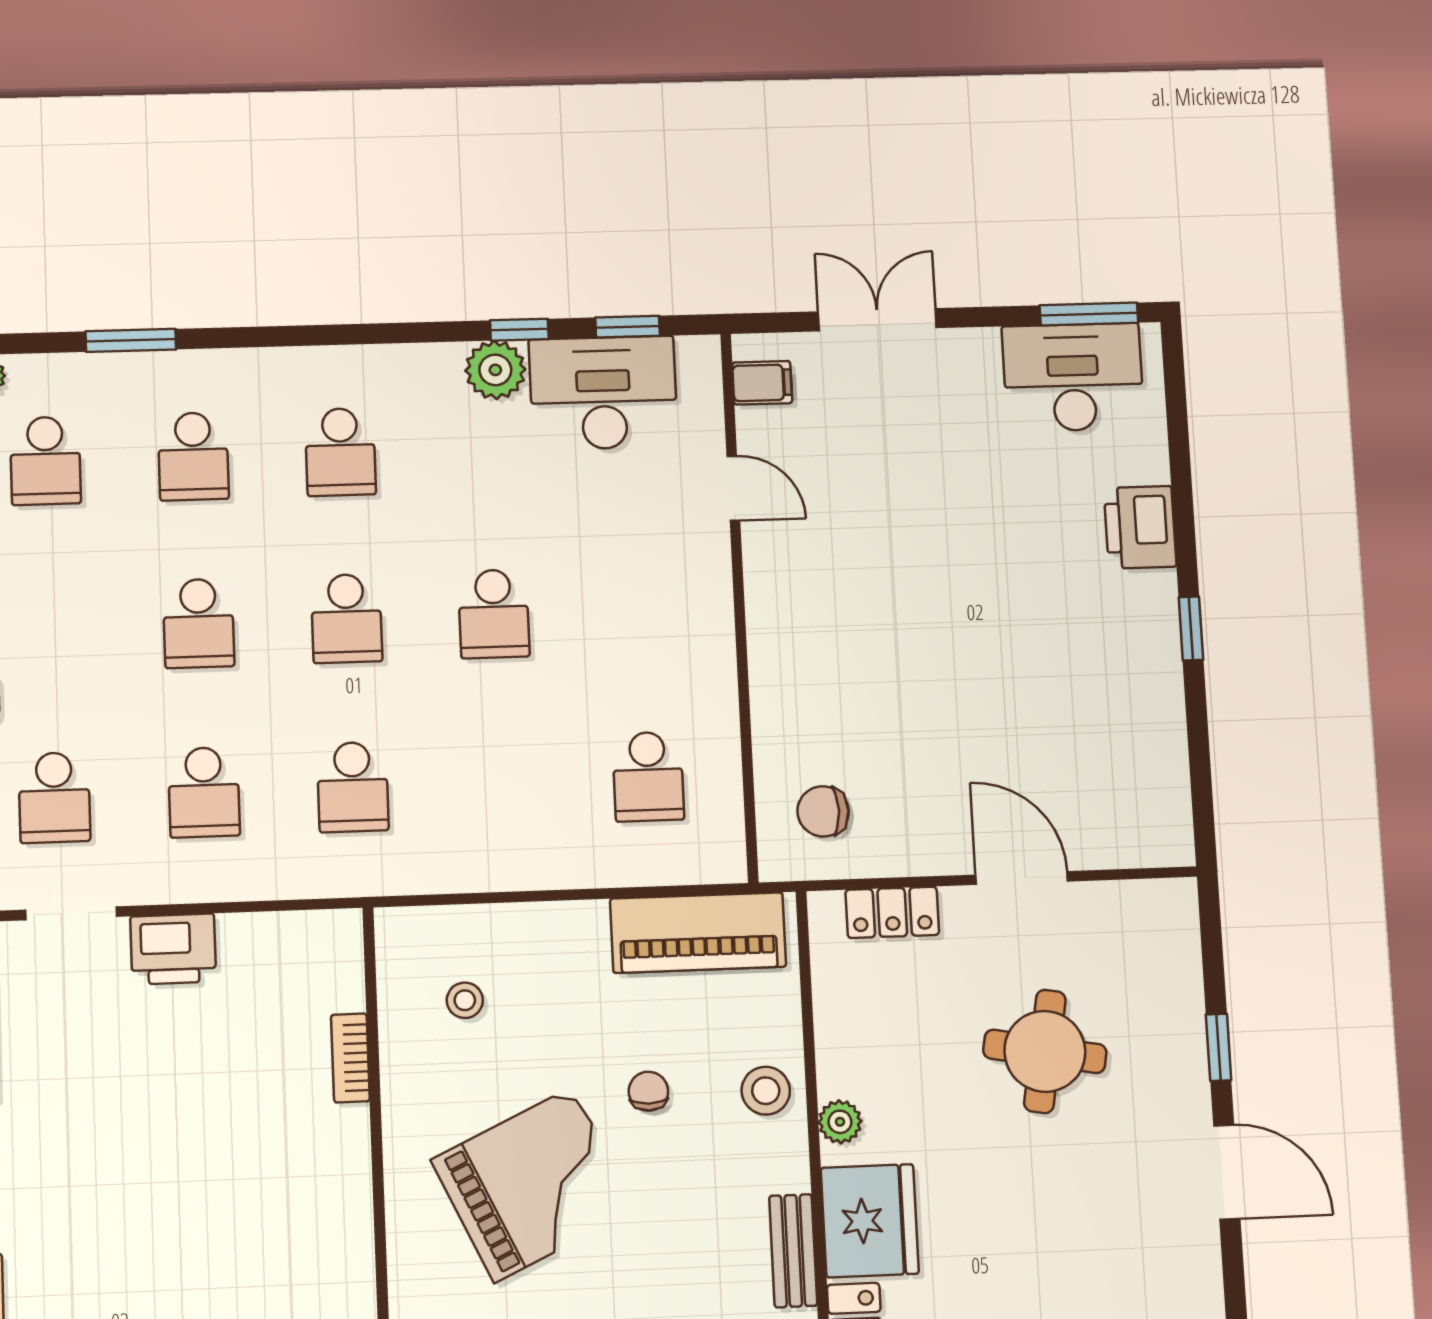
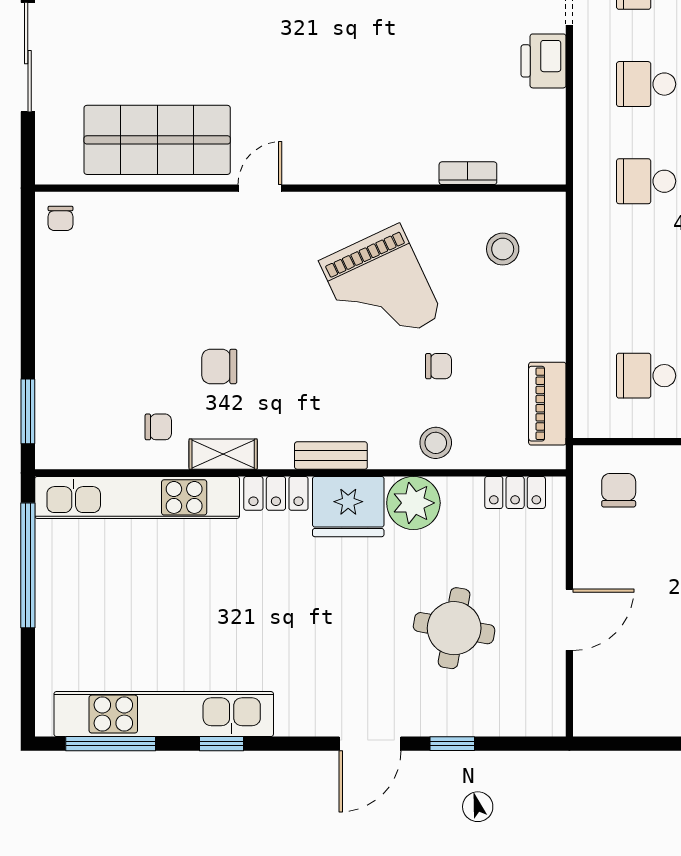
locker: (892, 912) -> (515, 492), moved, turned -90
piano: (698, 933) -> (547, 404), width x0.73, depth x0.75
stool: (465, 1000) -> (503, 249), width x1.37, depth x1.37
plant: (840, 1122) -> (413, 503), width x1.88, depth x1.88

